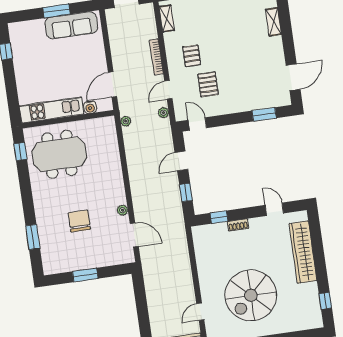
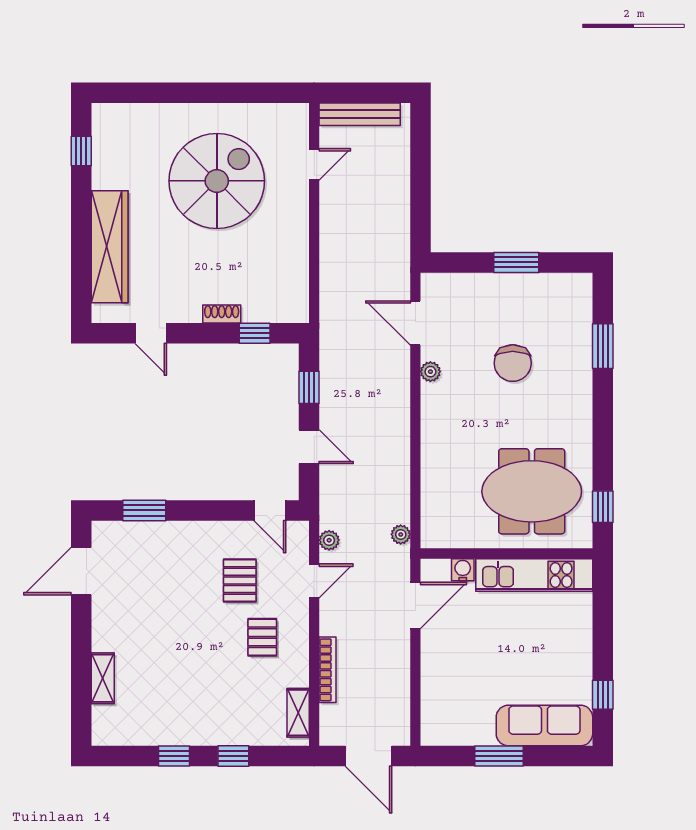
sofa: (71, 25) -> (544, 725), moved
bookcase: (156, 57) -> (328, 670), moved
door: (181, 161) -> (309, 447), hinge flipped

